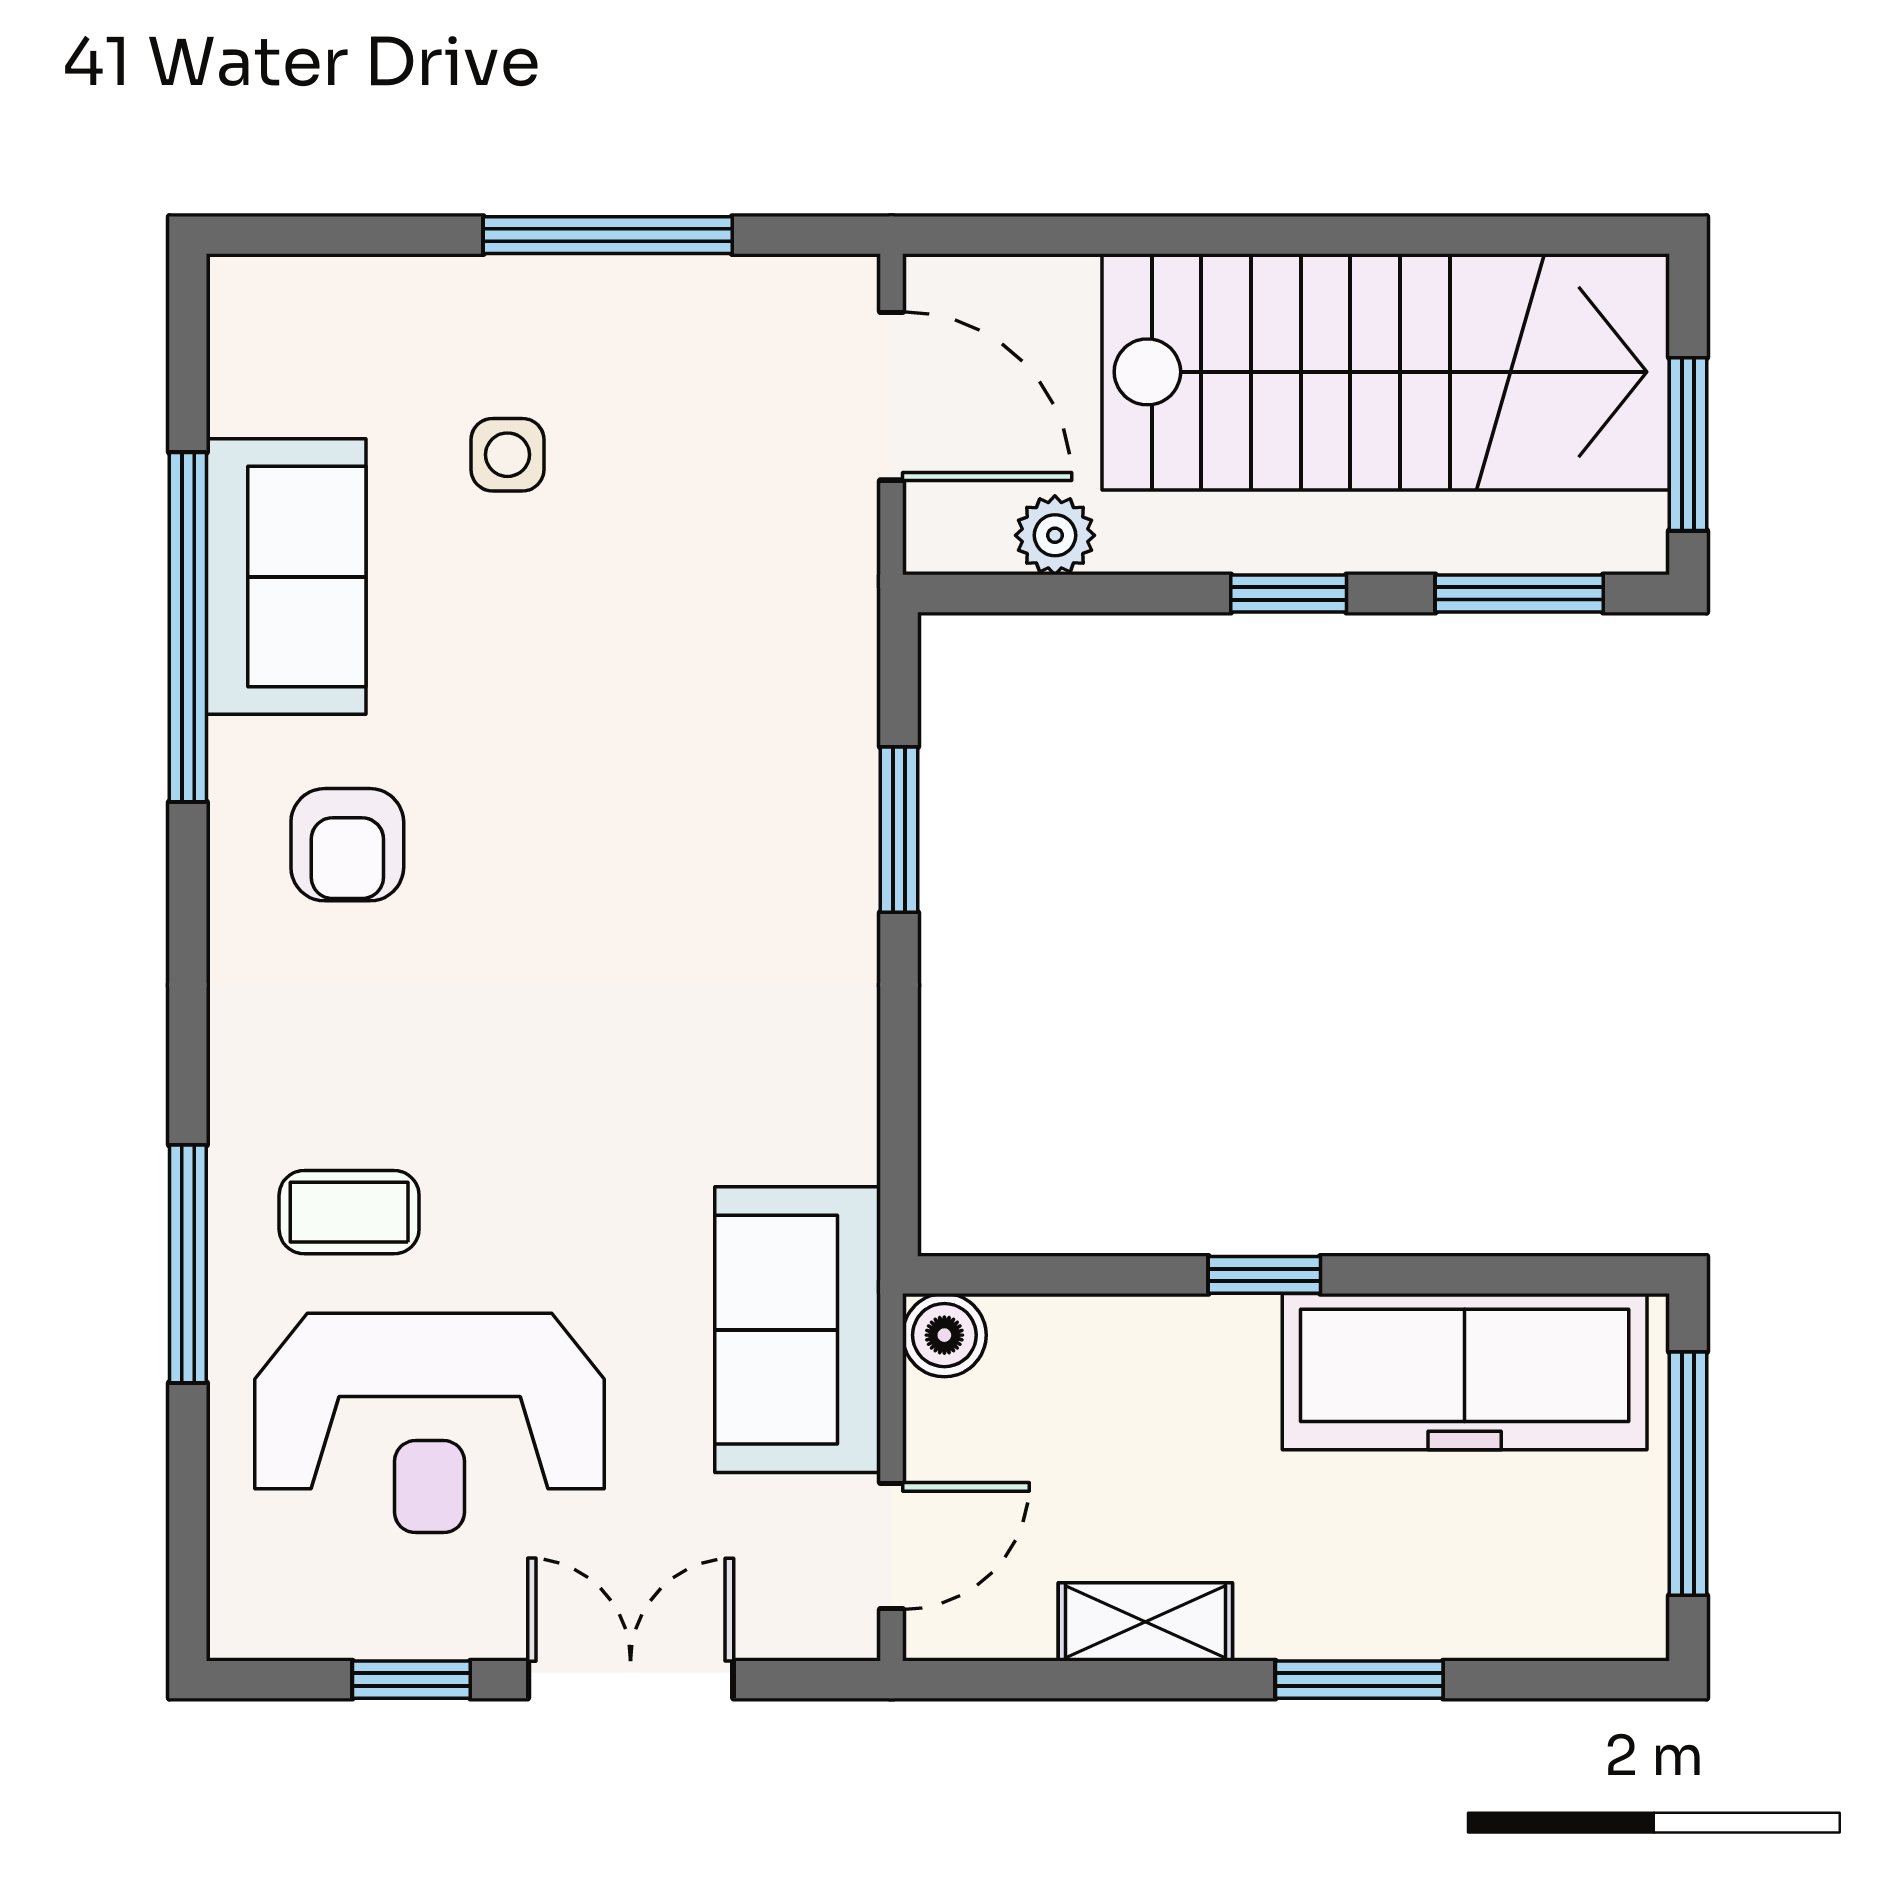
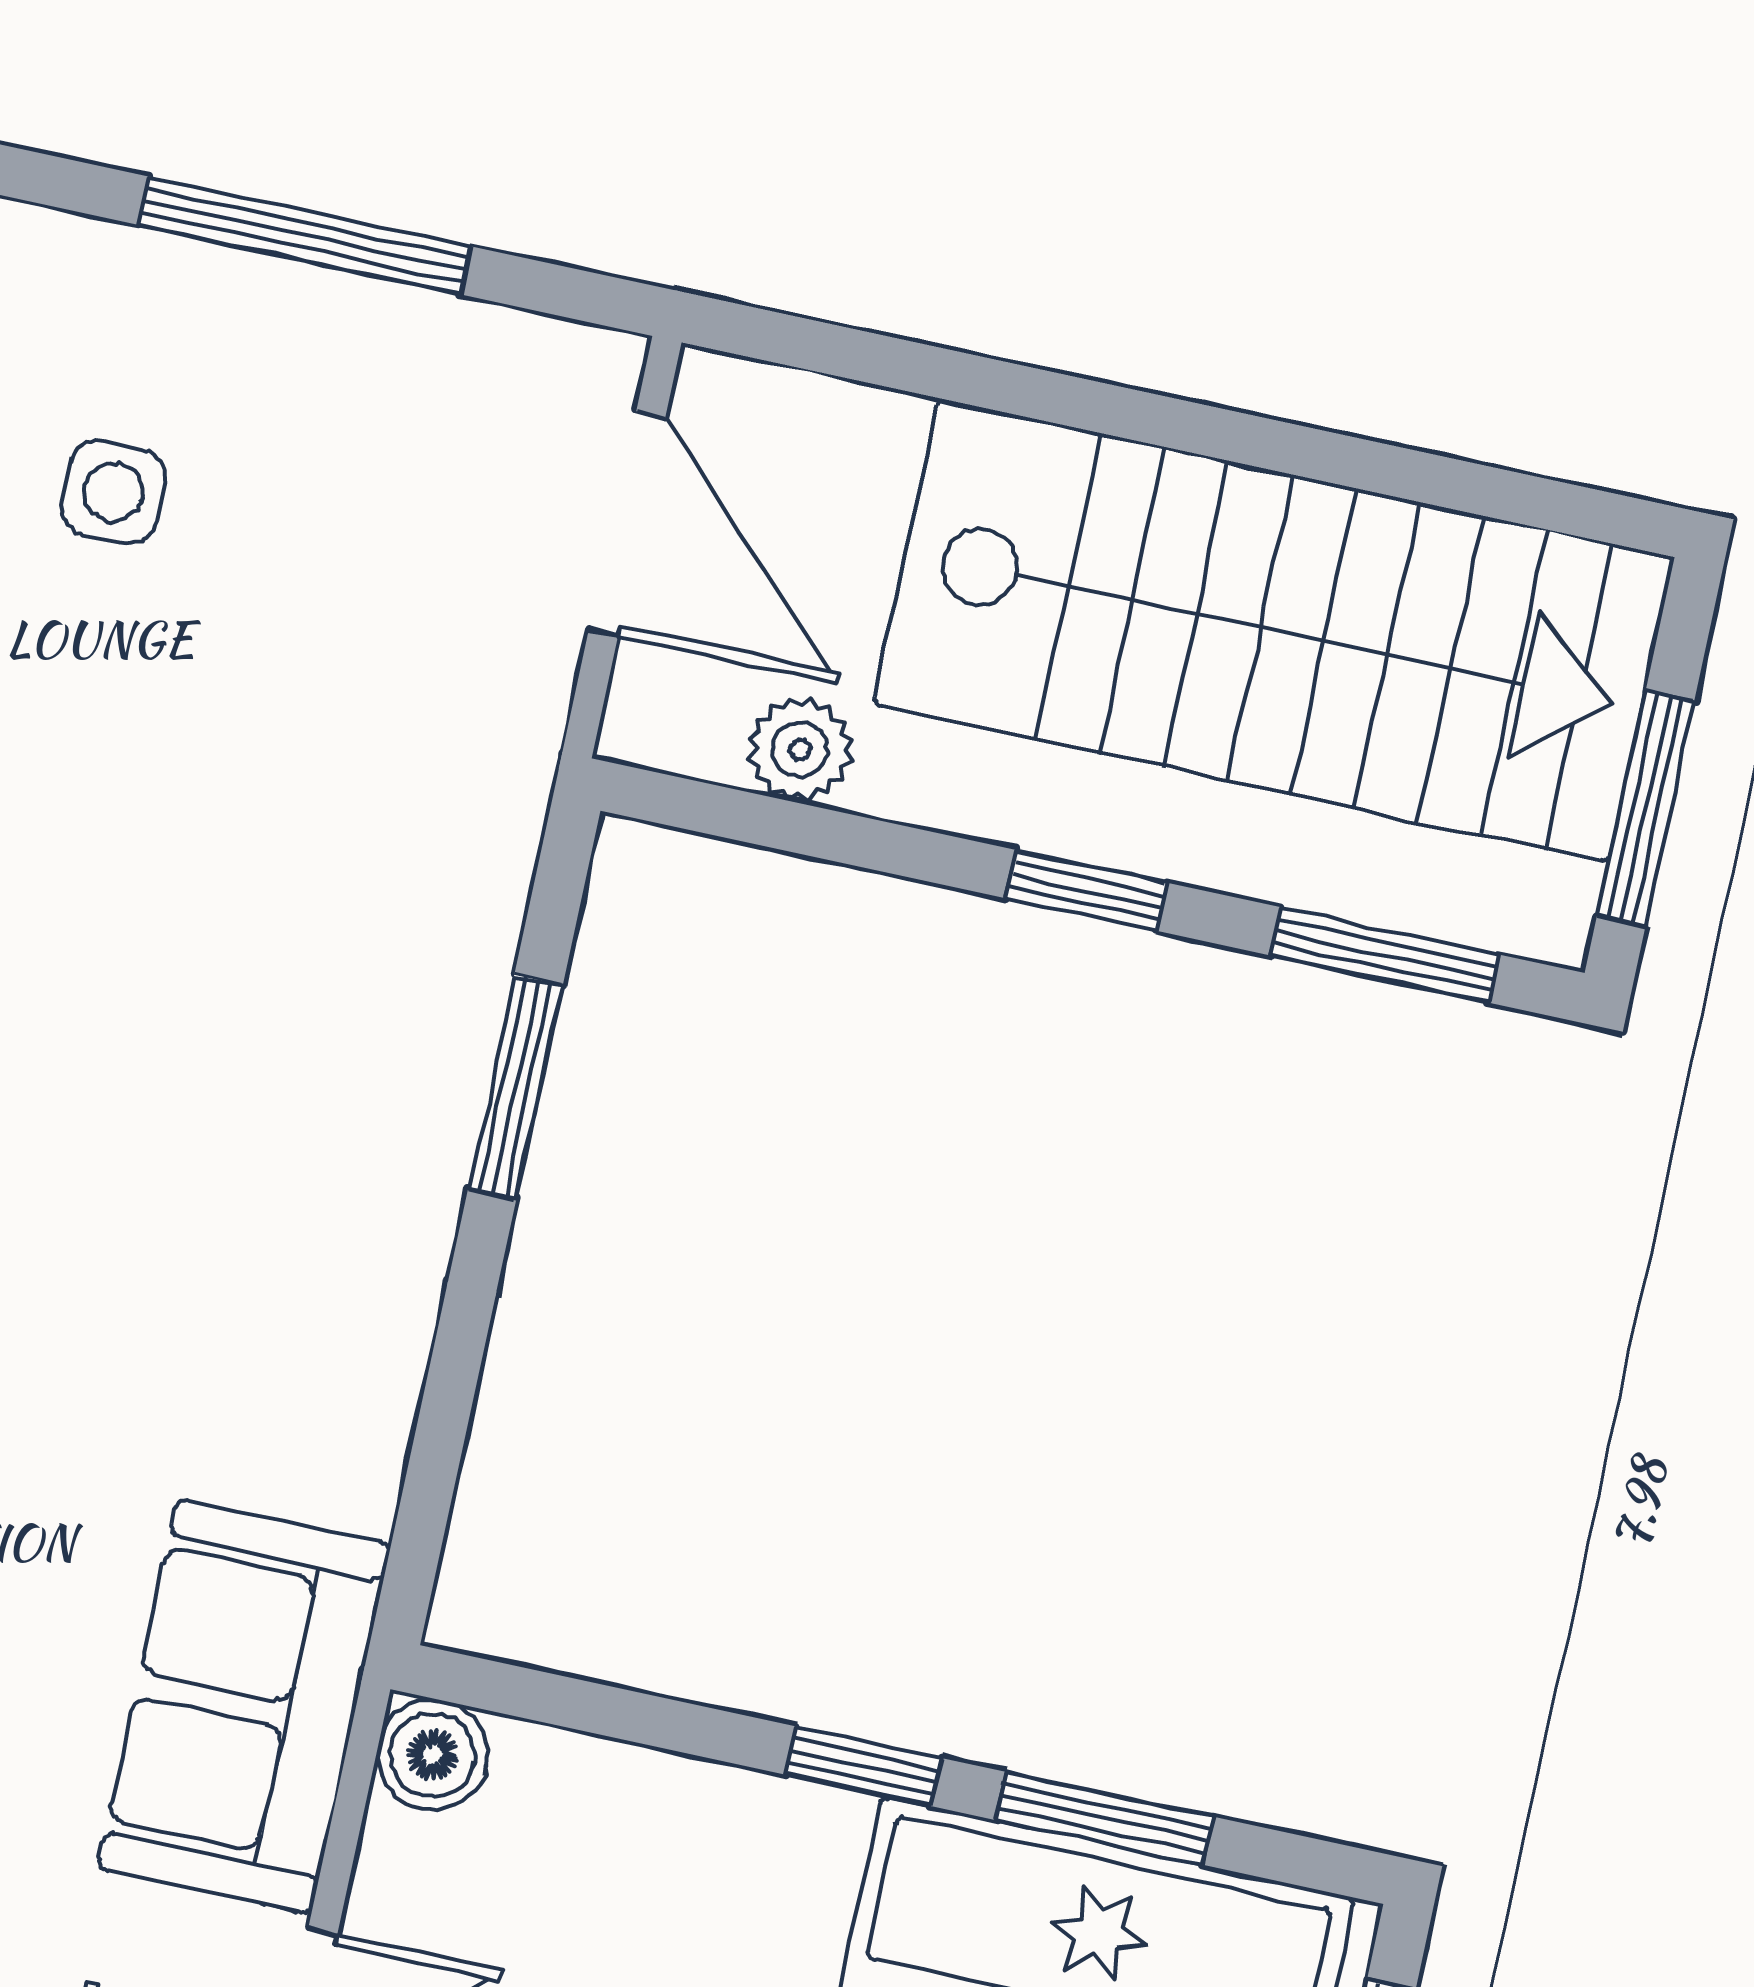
window: (1450, 1275) -> (1104, 1818), added

